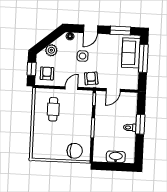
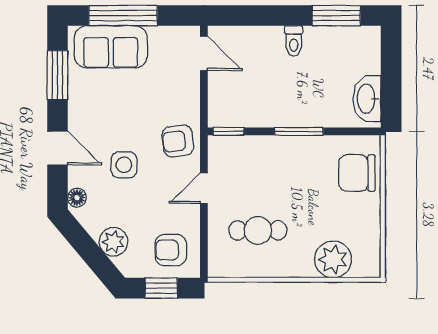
door: (71, 88) -> (204, 188), hinge flipped
door: (113, 90) -> (204, 53), moved
window: (140, 124) -> (336, 16), moved
plant: (40, 139) -> (333, 259), added
chair: (75, 151) -> (357, 173), turned -90
washbasin: (116, 157) -> (367, 99), moved

